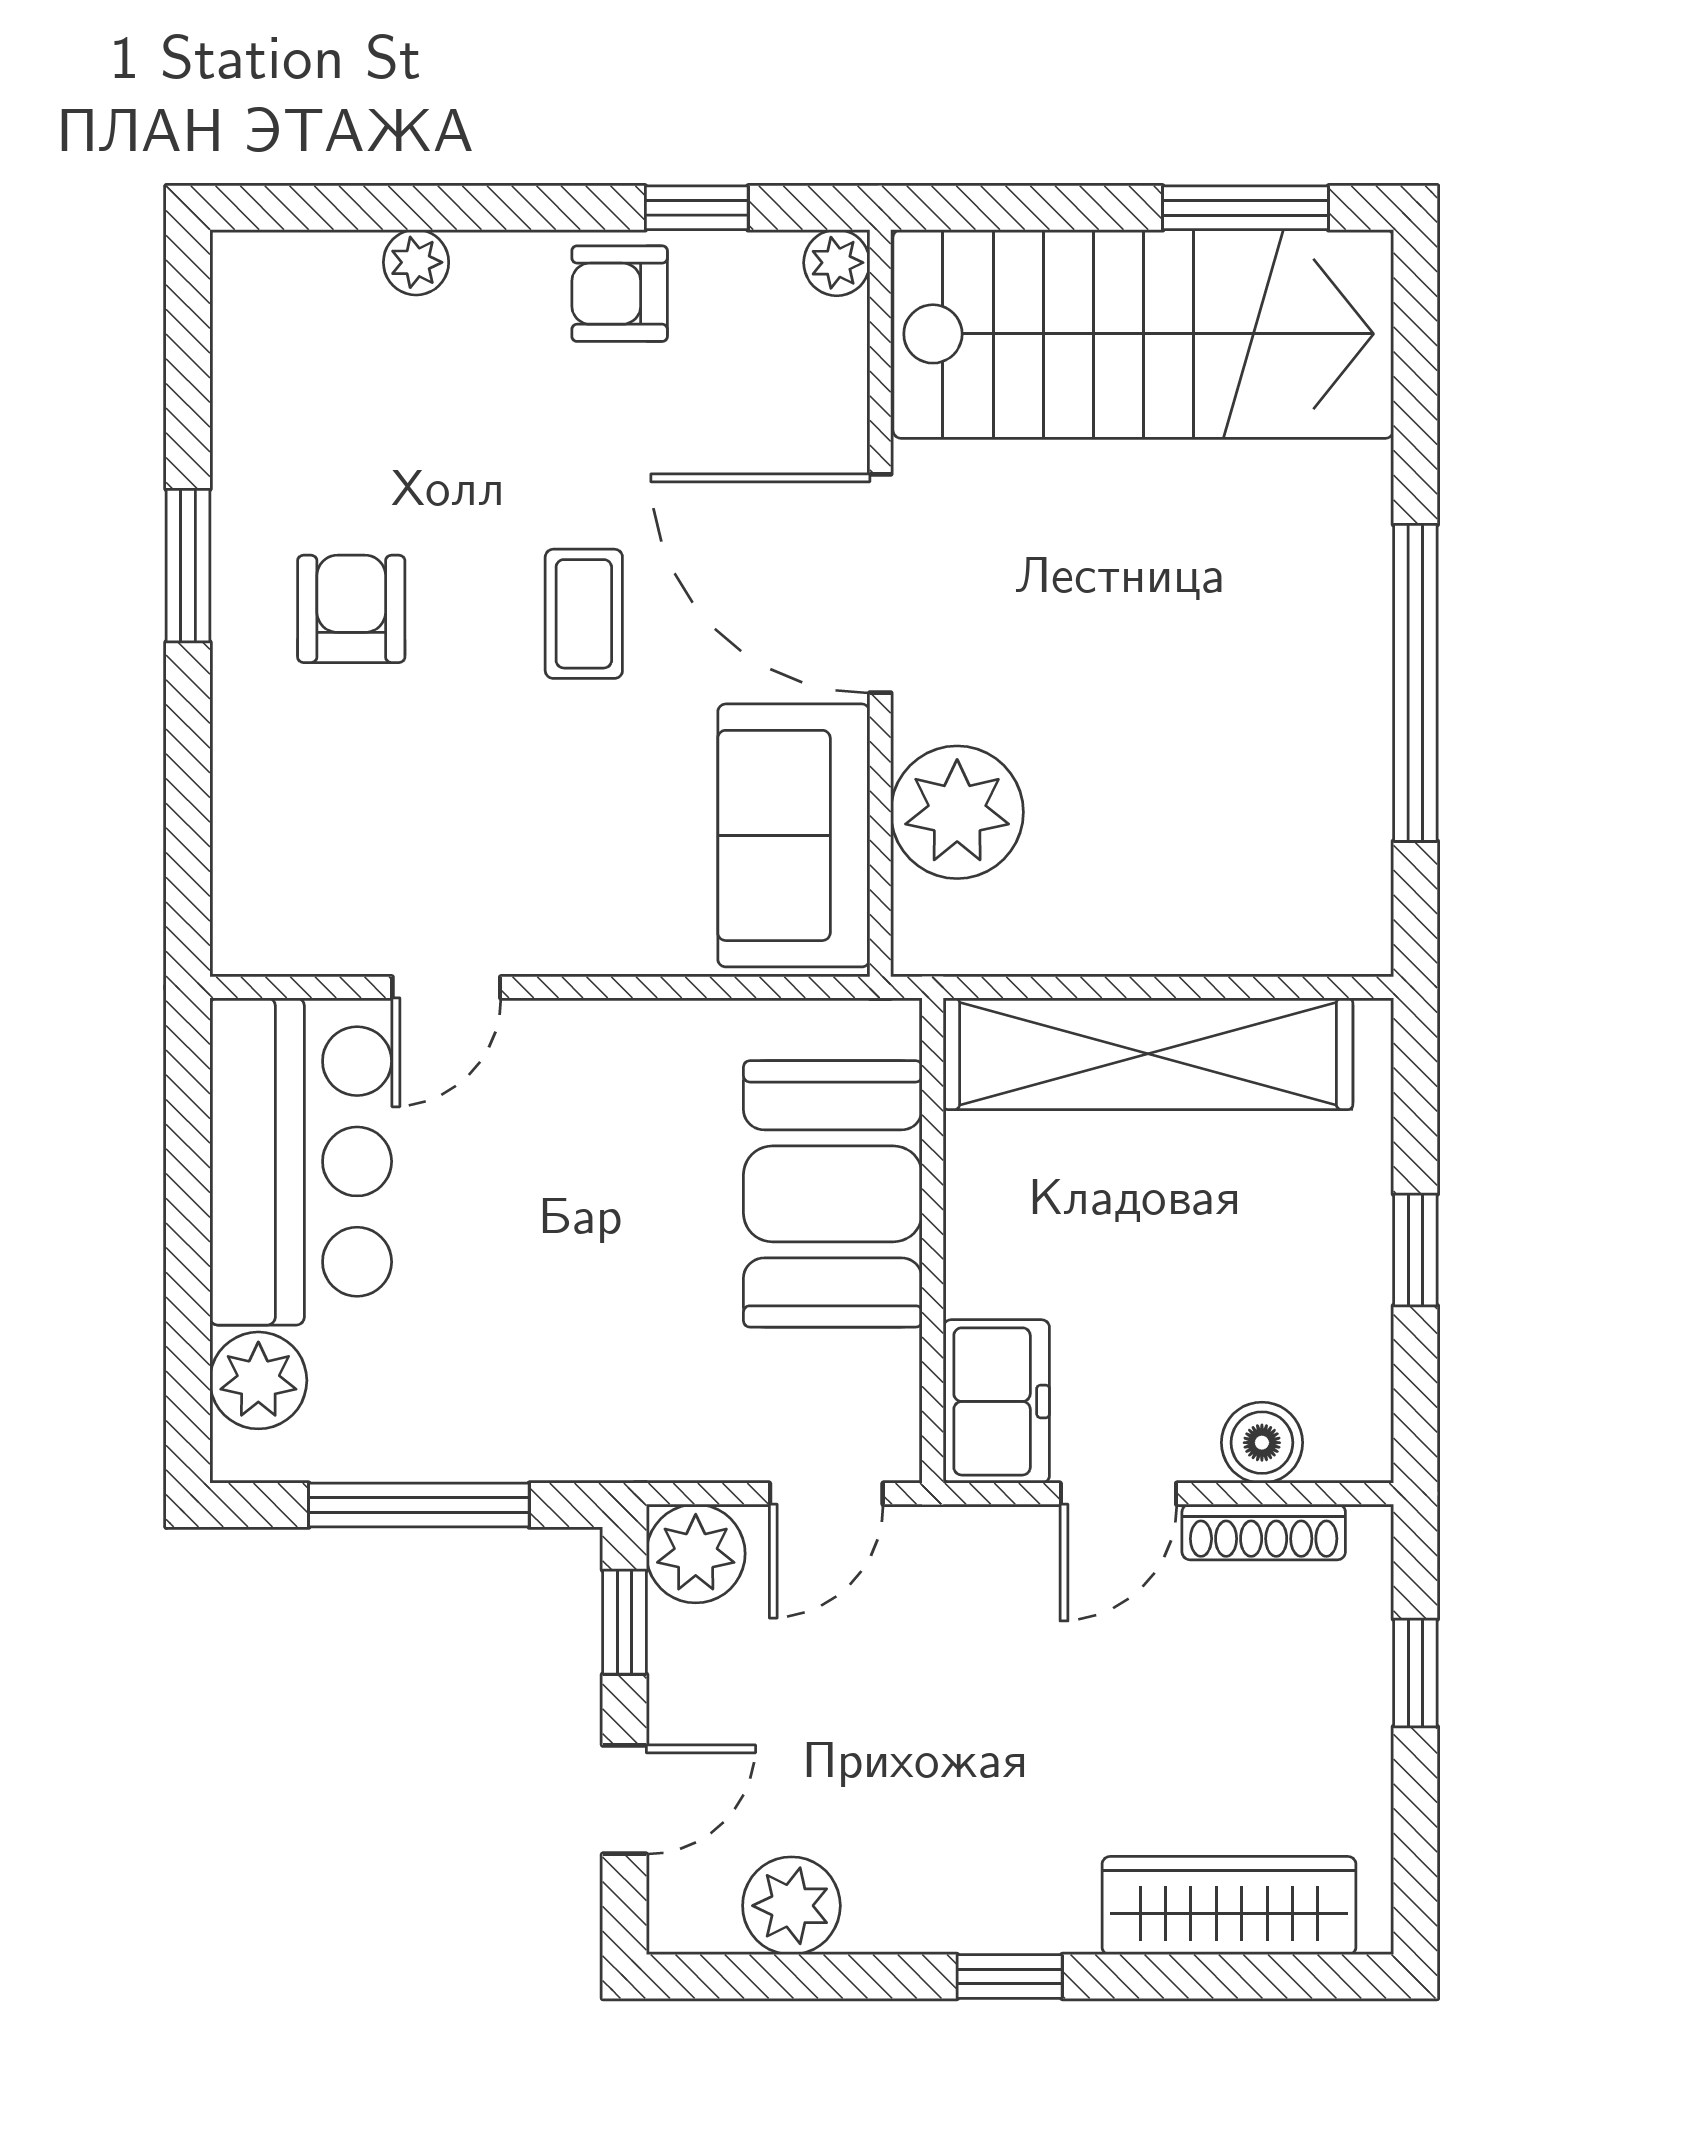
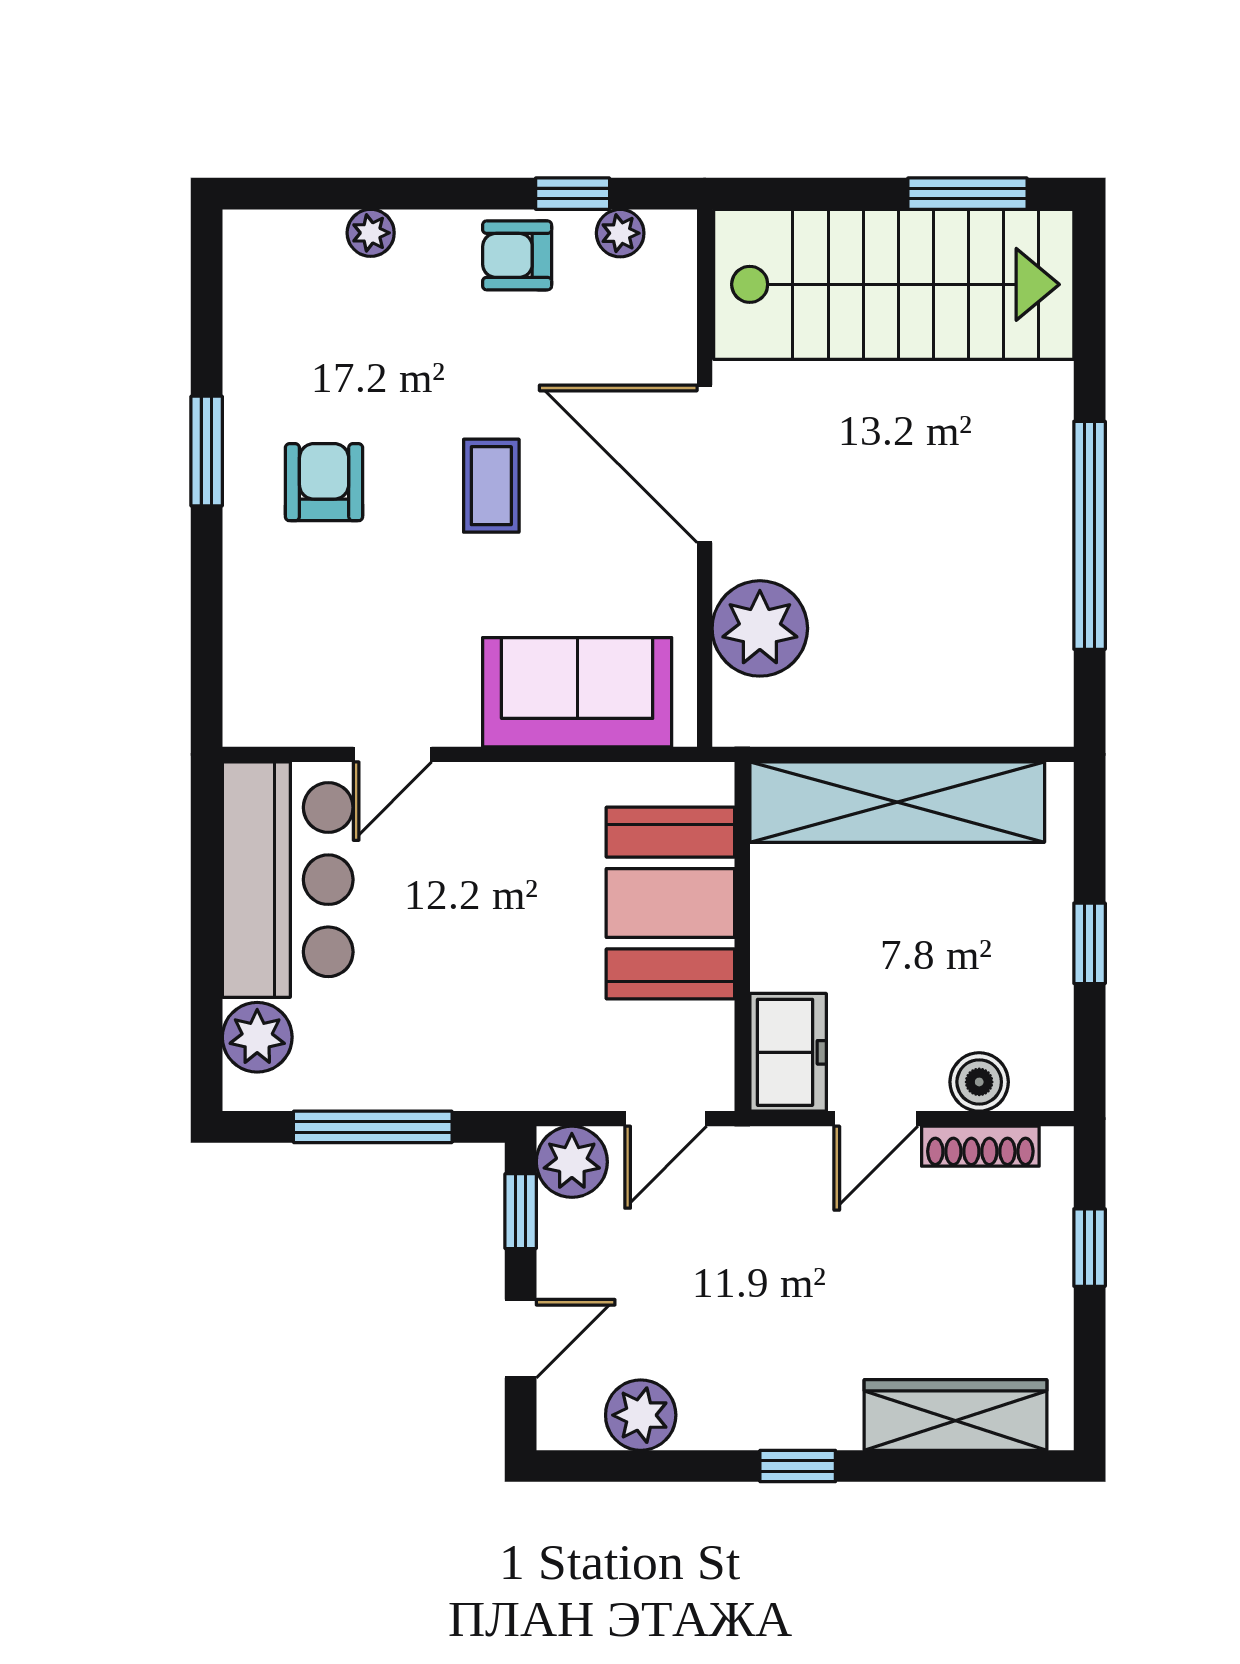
plant: (837, 263) -> (620, 233), moved
sofa: (794, 835) -> (577, 692), moved, turned 90

